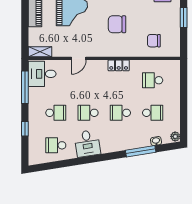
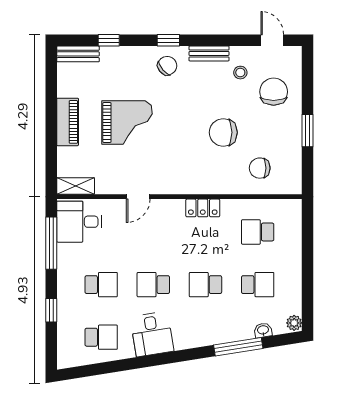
chair: (117, 24) -> (223, 132), moved
school desk: (56, 145) -> (101, 337), turned 180

